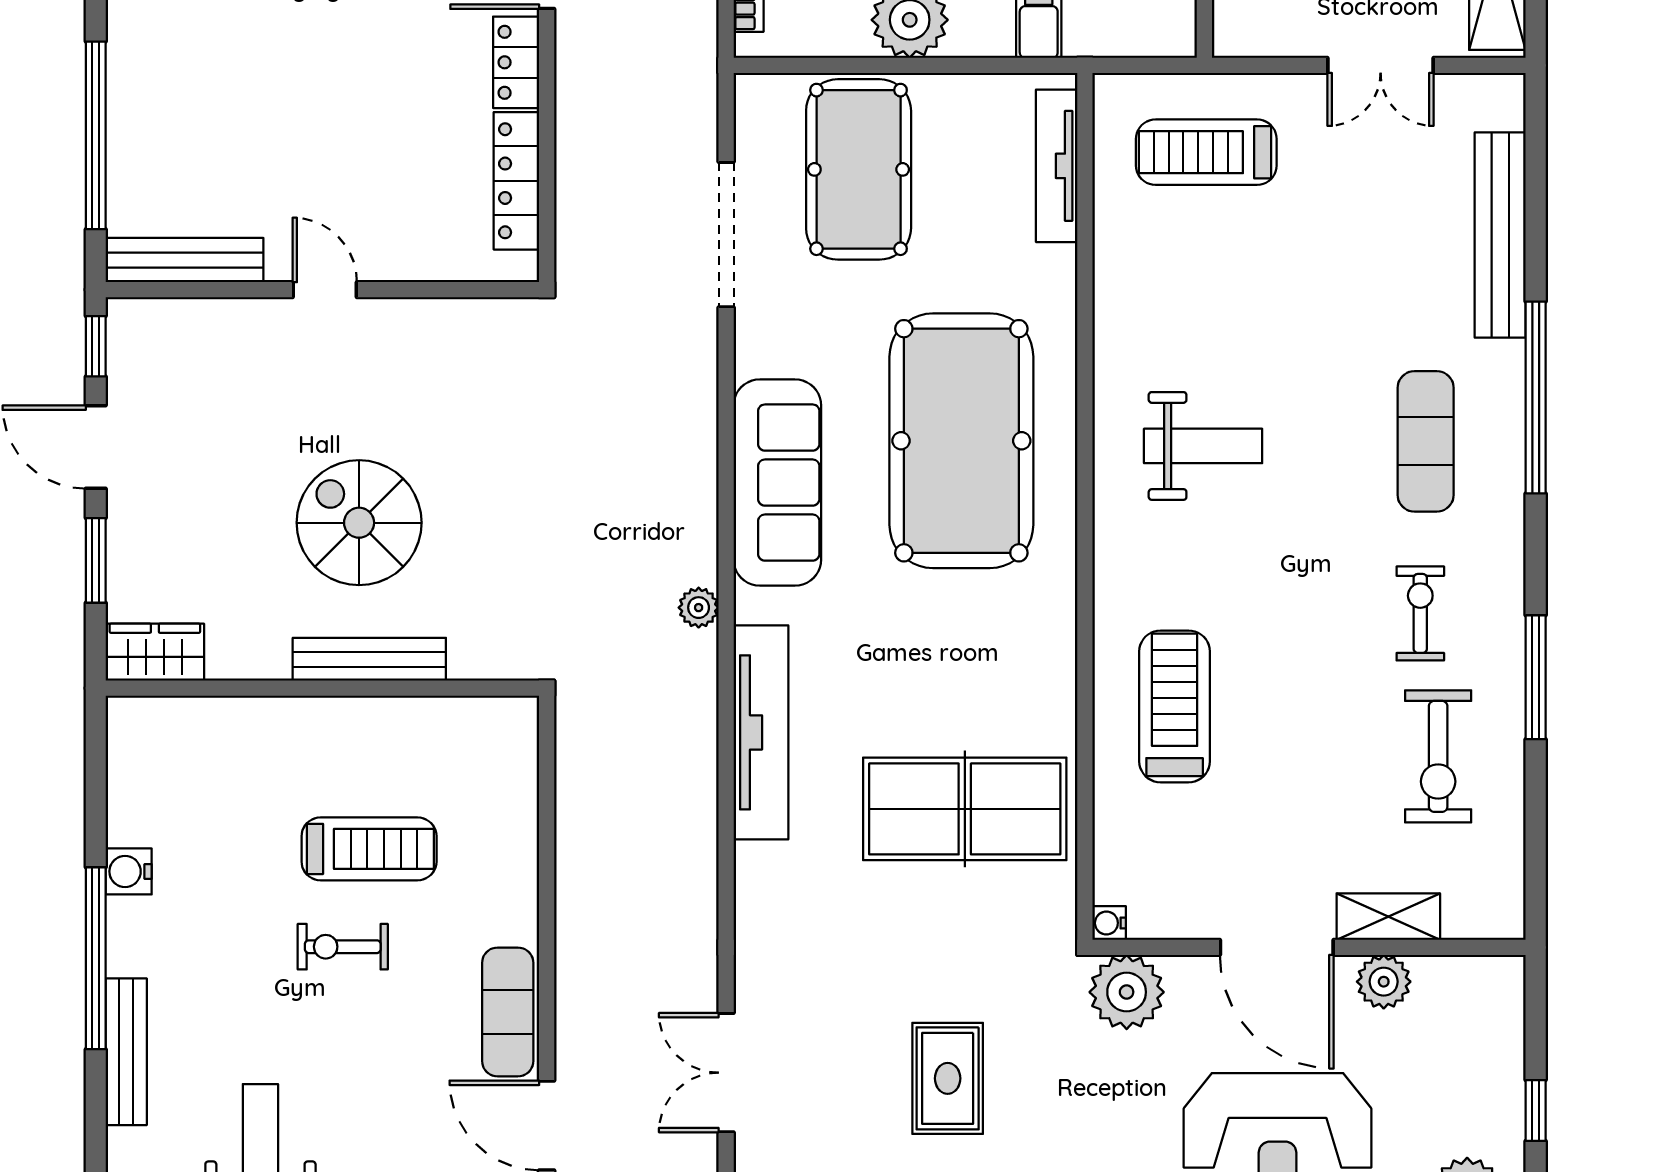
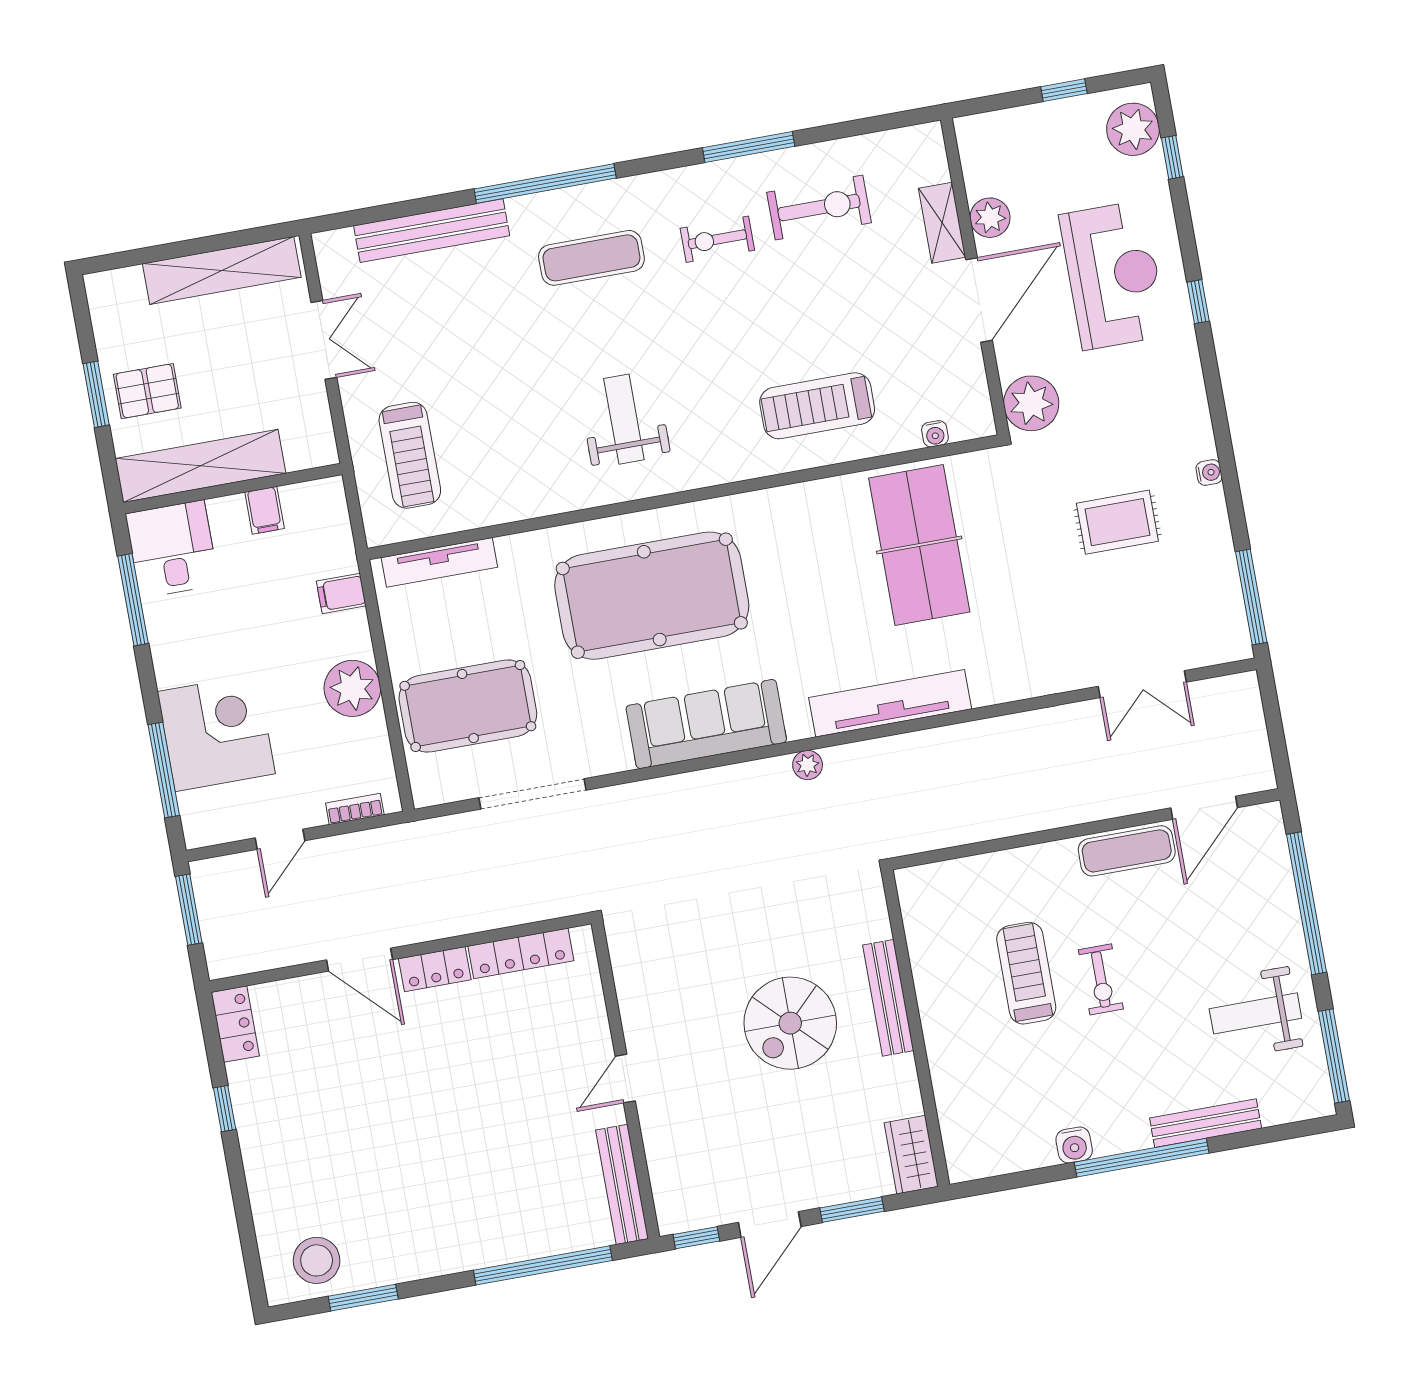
water cooler: (1109, 923) -> (935, 434), moved

